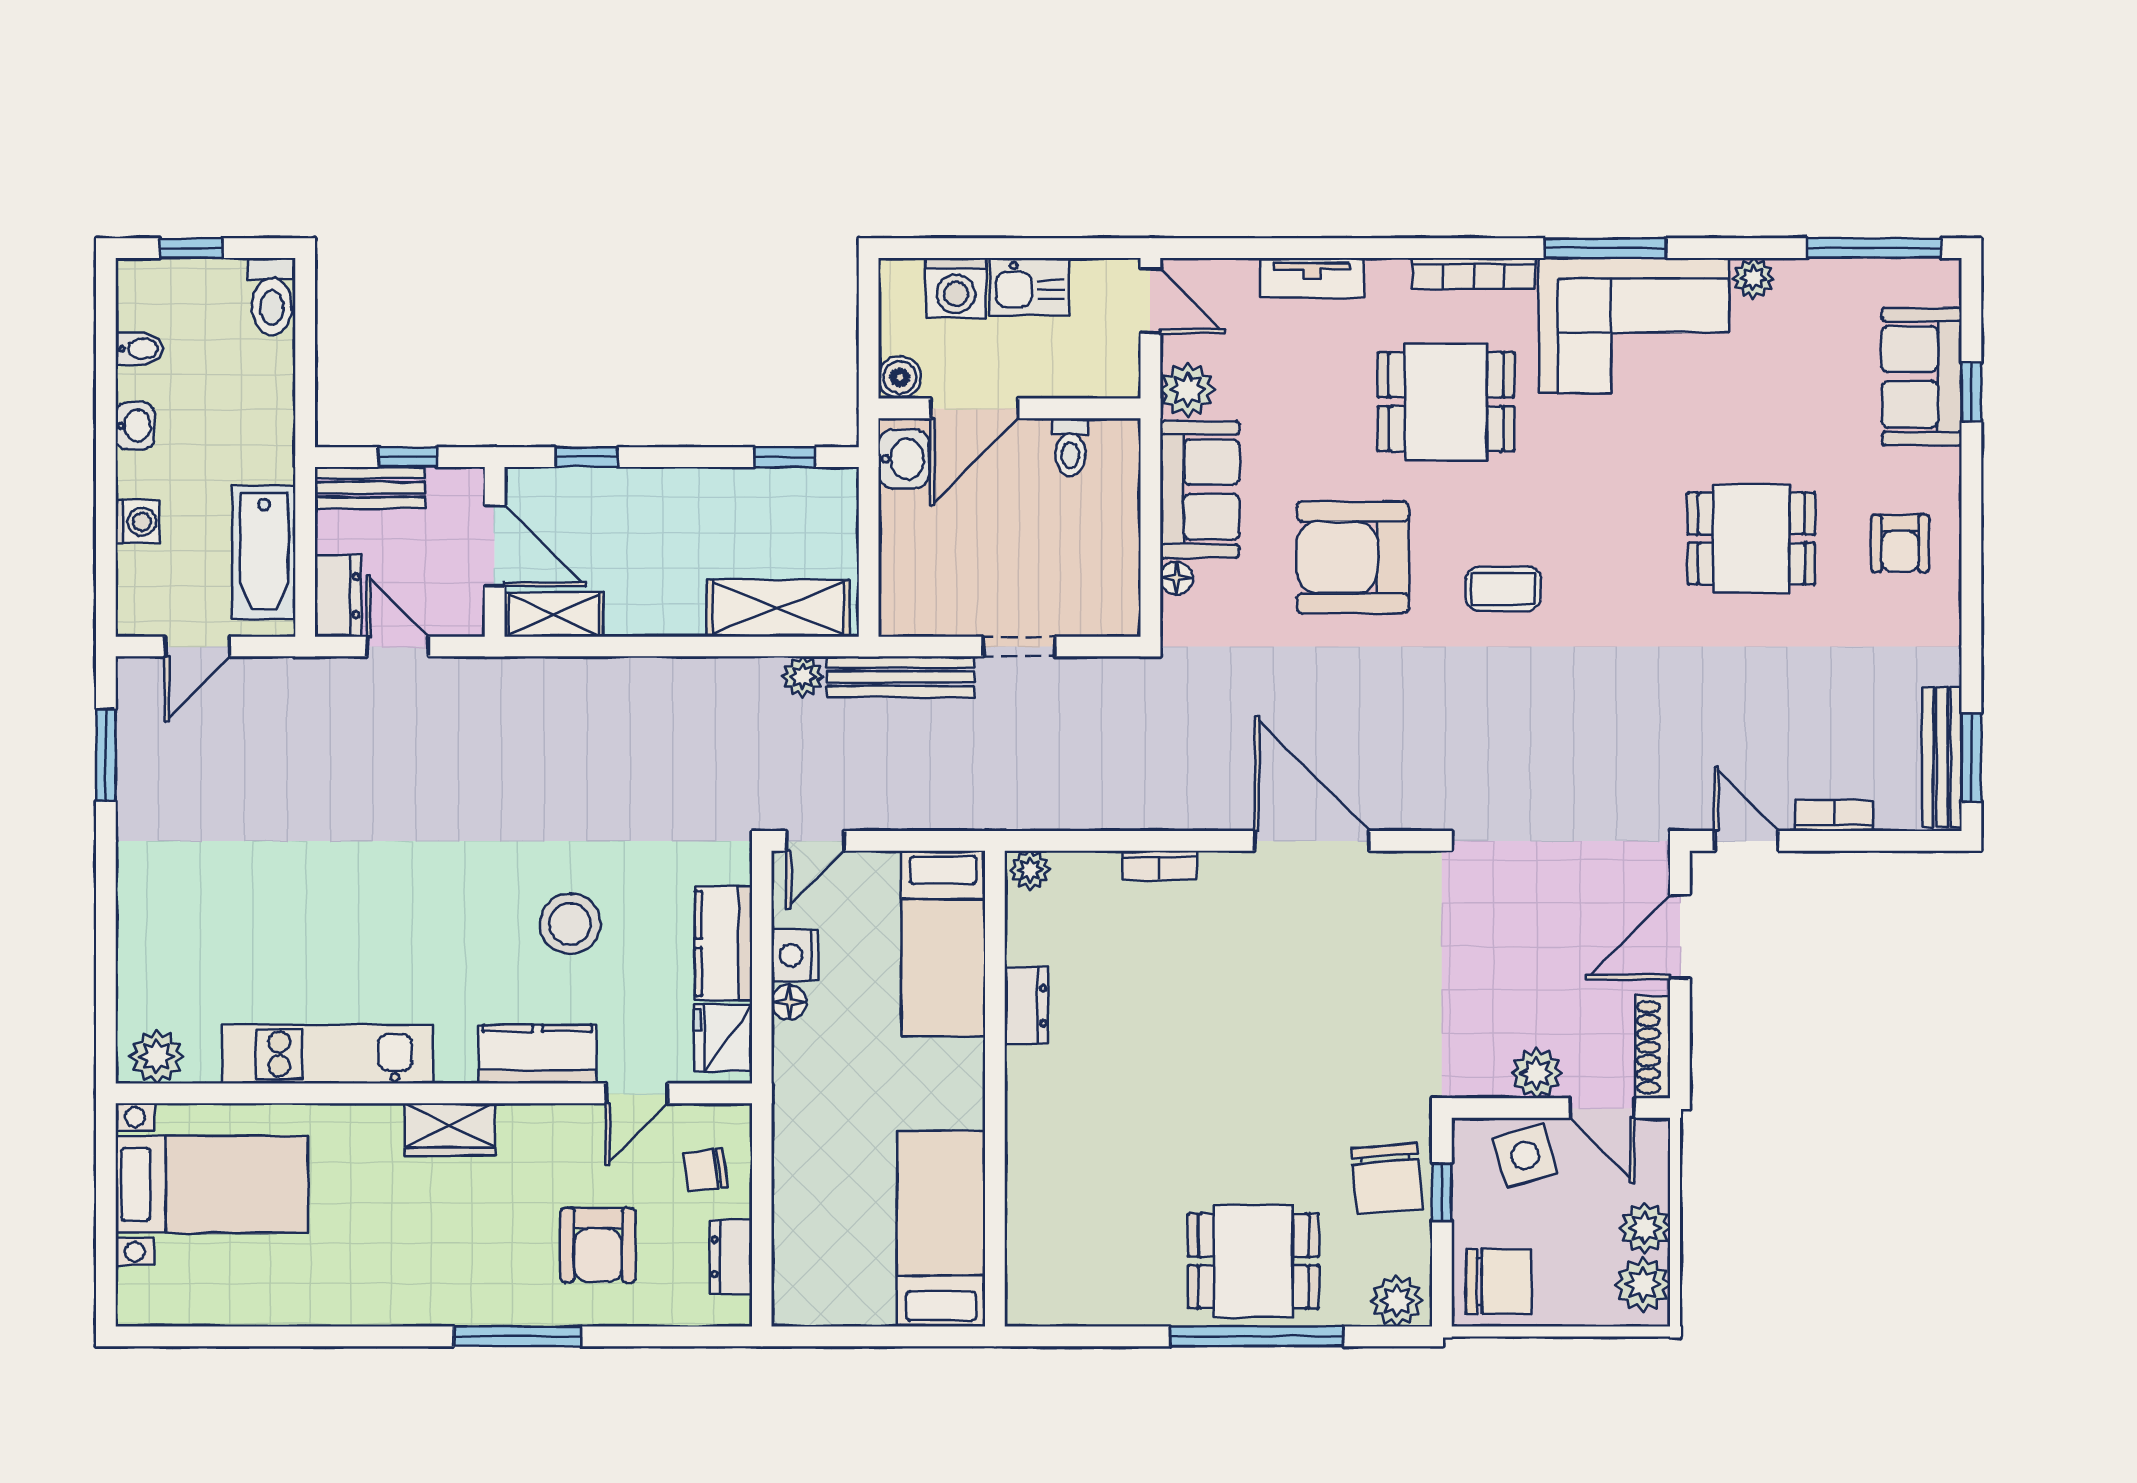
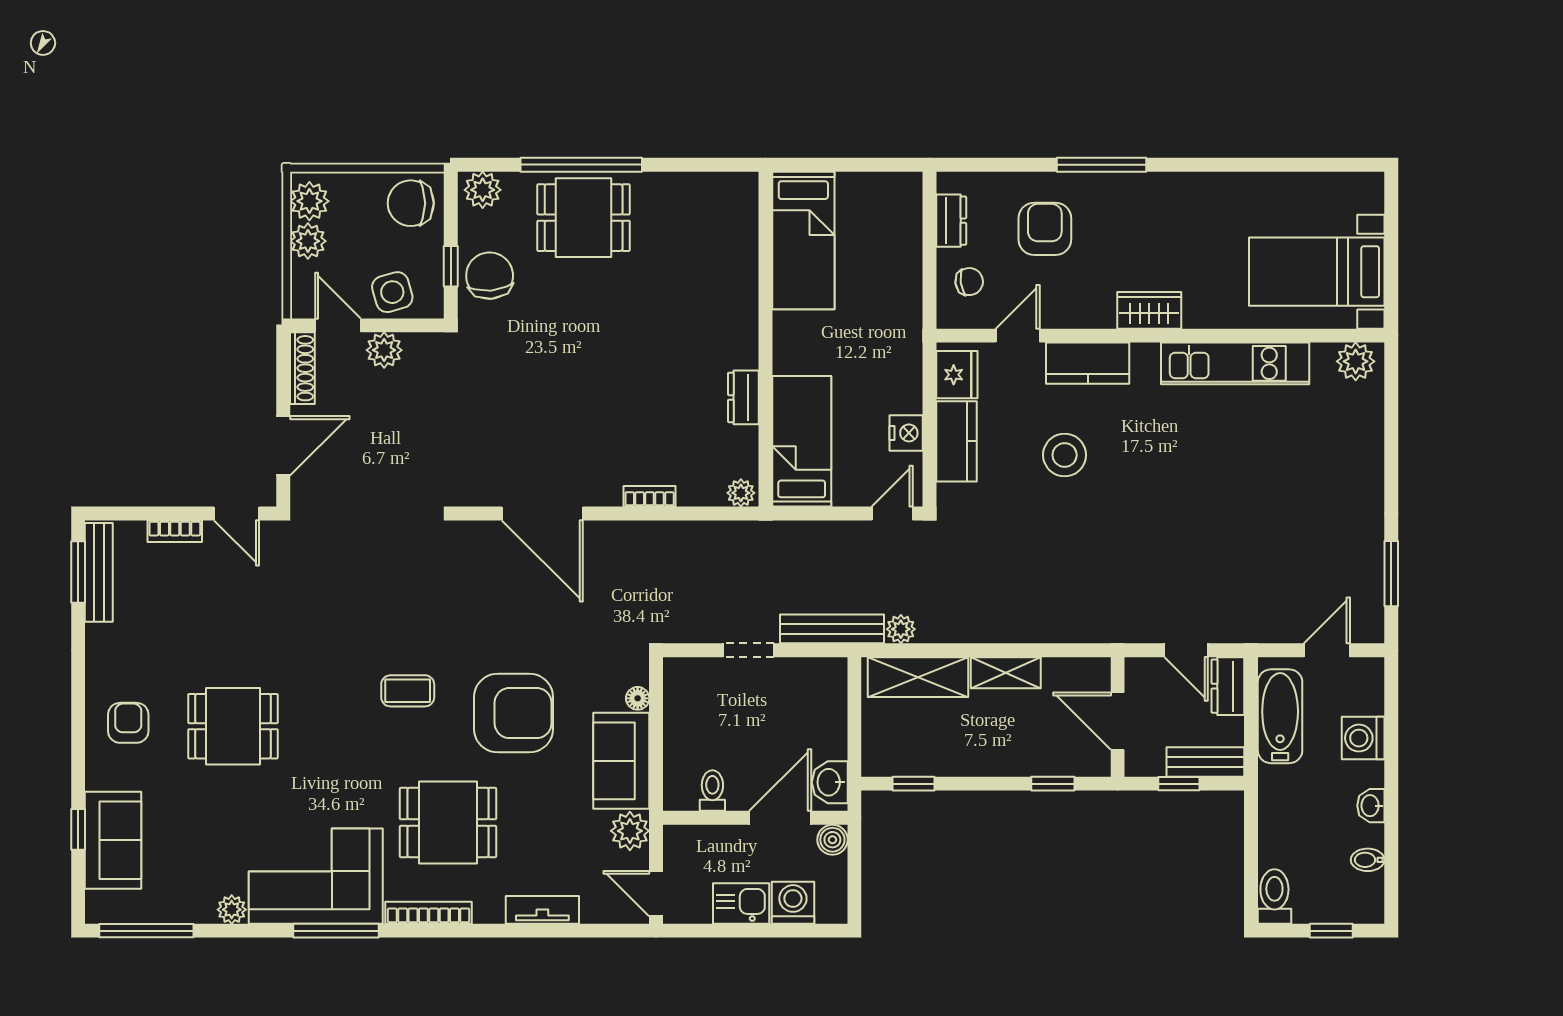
washing machine: (138, 522) -> (1363, 738), width x1.38, depth x1.38
shelving: (554, 615) -> (1006, 673), moved
floor lamp: (789, 1002) -> (910, 400), removed

